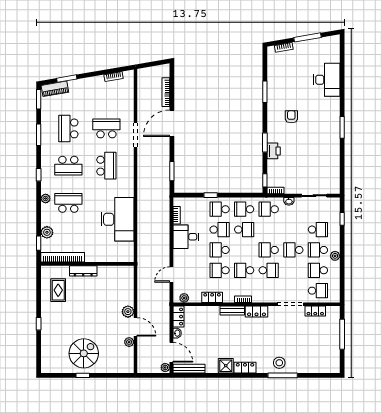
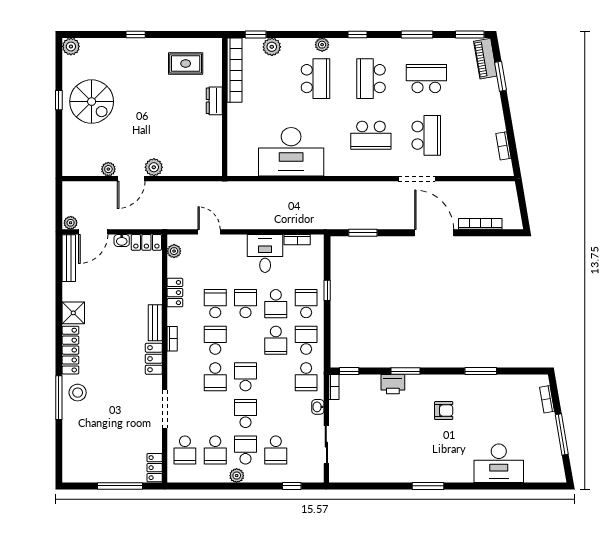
school desk: (269, 209) -> (306, 377), turned 180
school desk: (318, 270) -> (215, 450), turned 180
dresser: (83, 271) -> (214, 101), width x0.70
locker: (315, 311) -> (155, 468), moved
plant: (47, 367) -> (71, 46), added
locker: (245, 368) -> (70, 350), width x1.53

